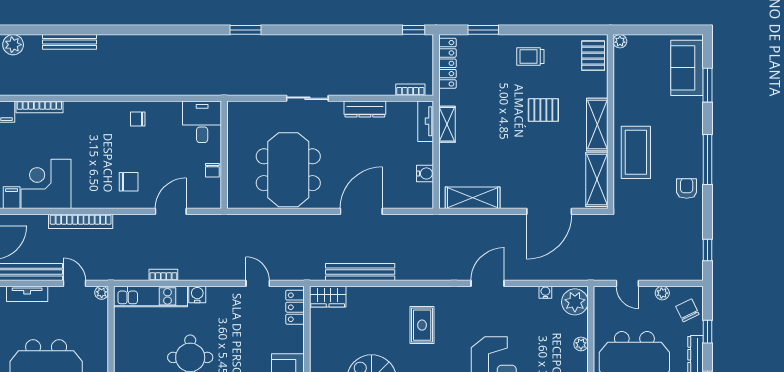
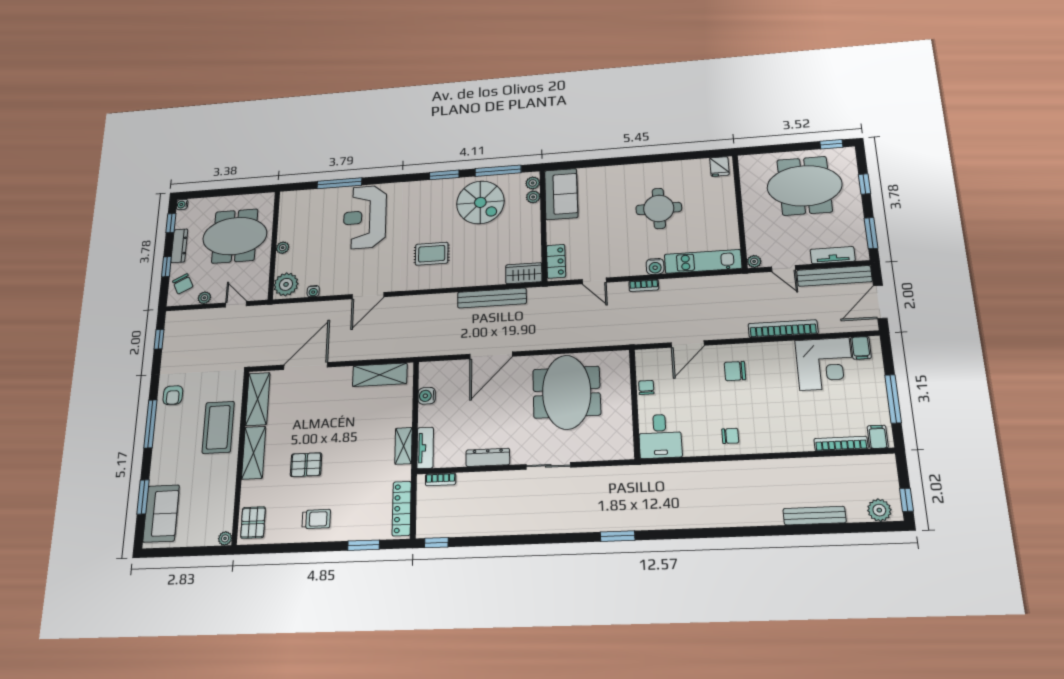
bookcase: (163, 275) -> (644, 285), moved
rug: (422, 325) -> (432, 254), turned 90

